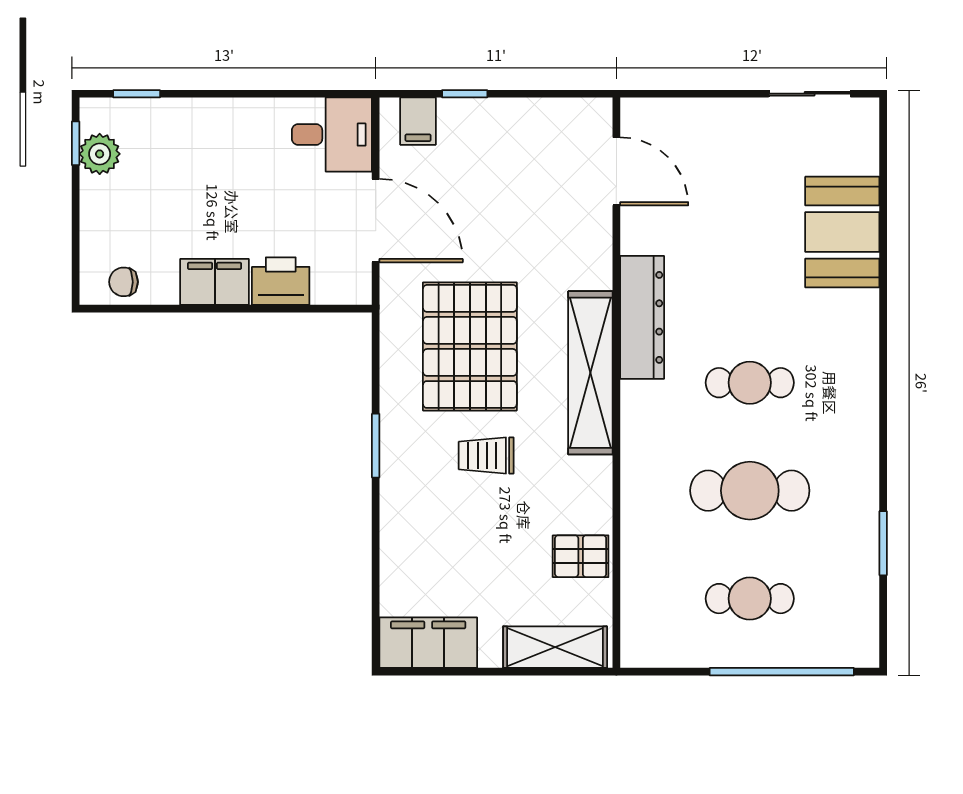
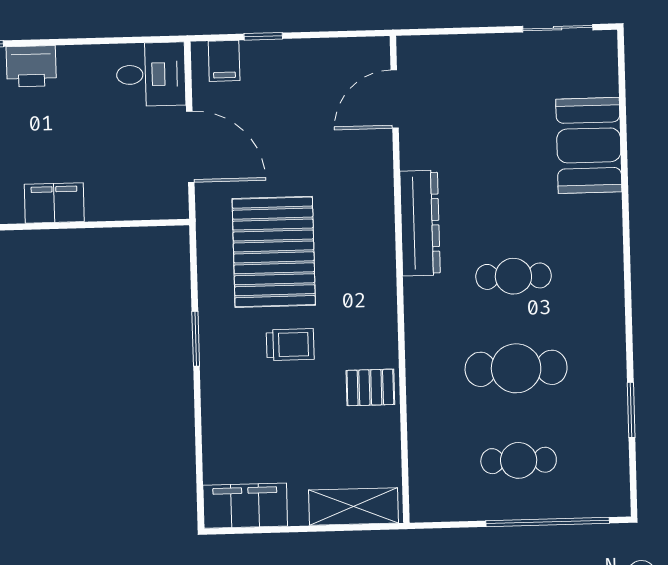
door: (616, 171) -> (395, 99), swing flipped
printer: (281, 281) -> (31, 66), moved, turned 180
shelving: (590, 373) -> (377, 272), removed
trolley: (486, 456) -> (290, 345), turned 180
pallet: (581, 556) -> (370, 387), moved

